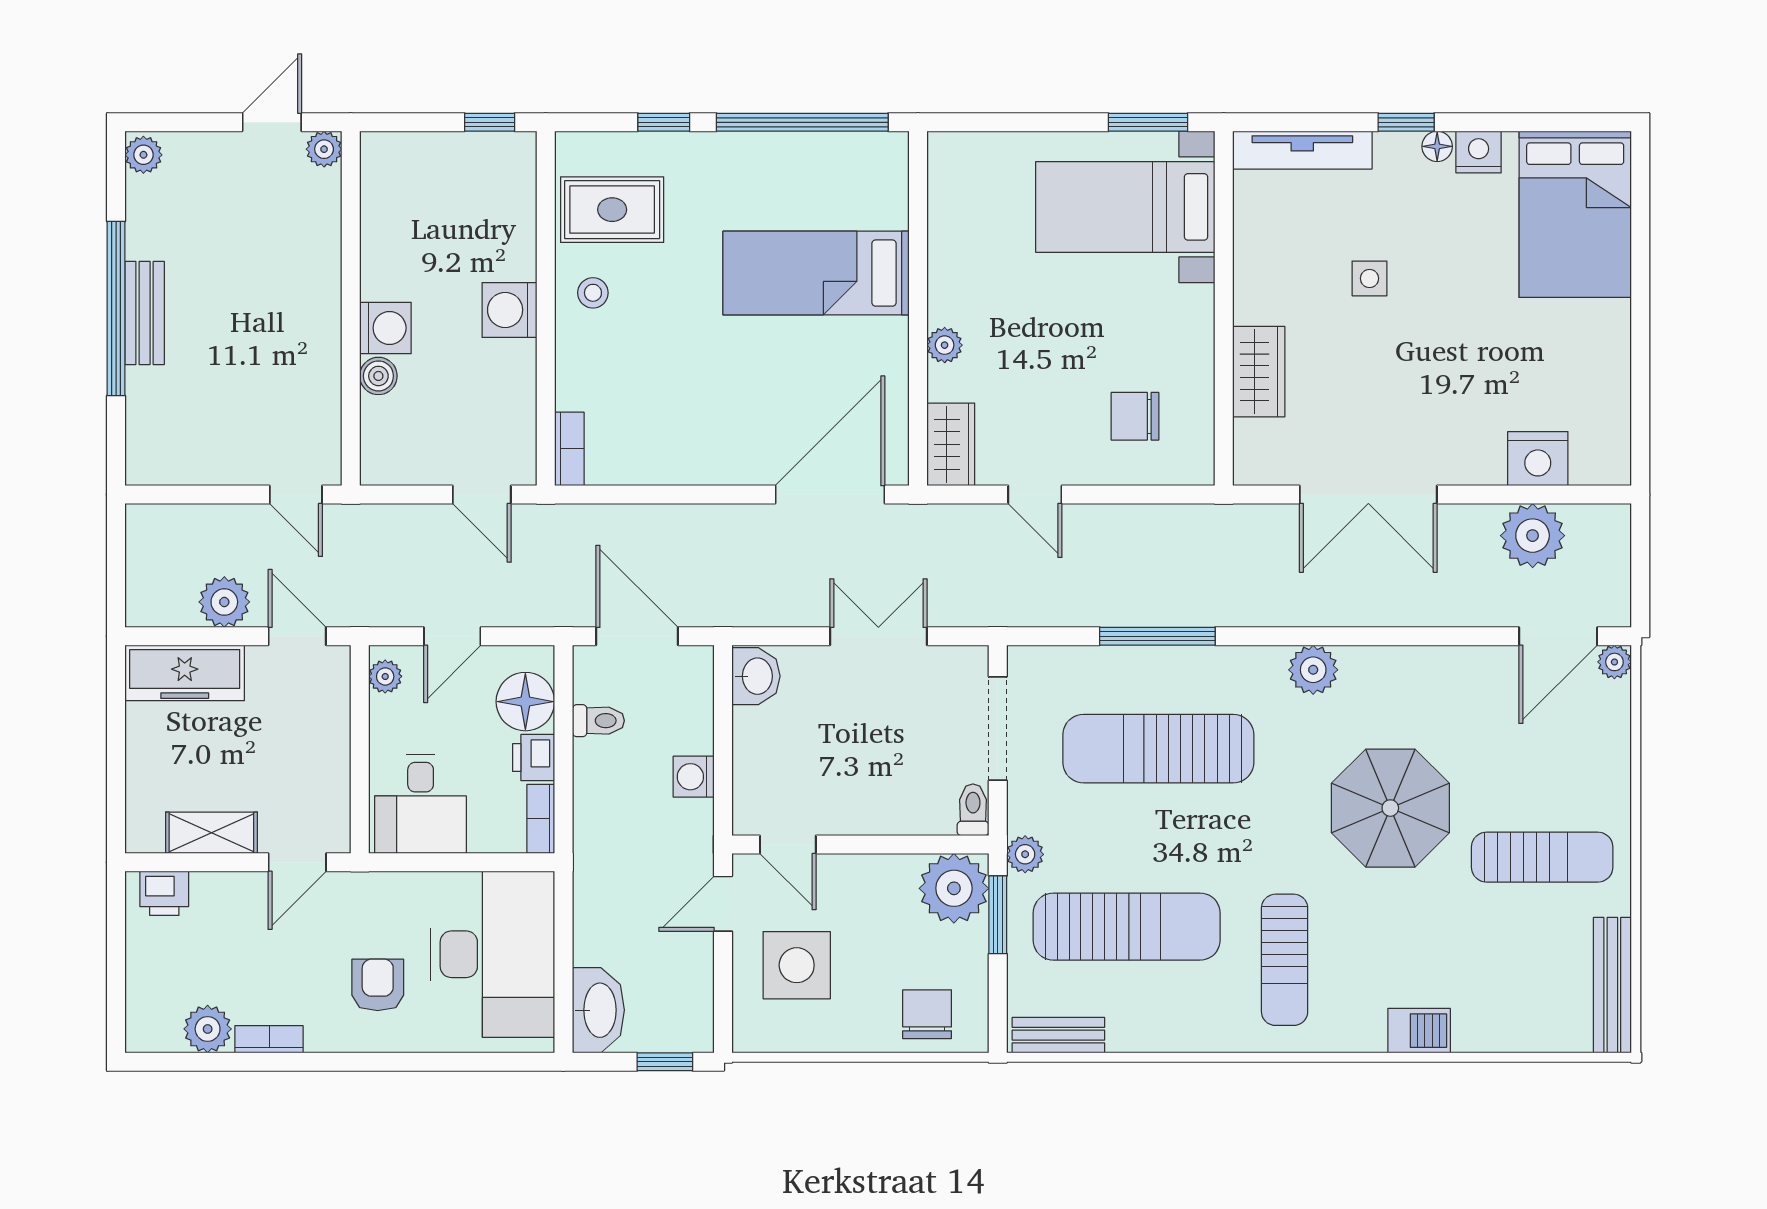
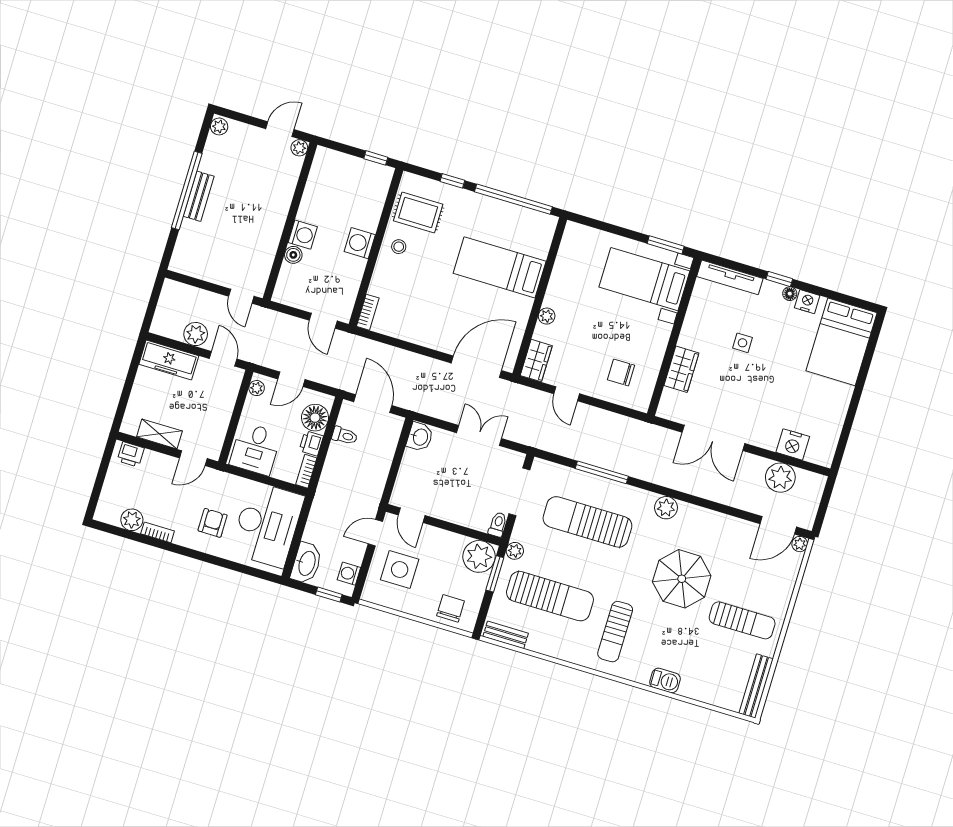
washing machine: (694, 777) -> (349, 574), moved

